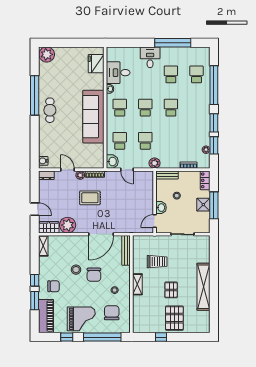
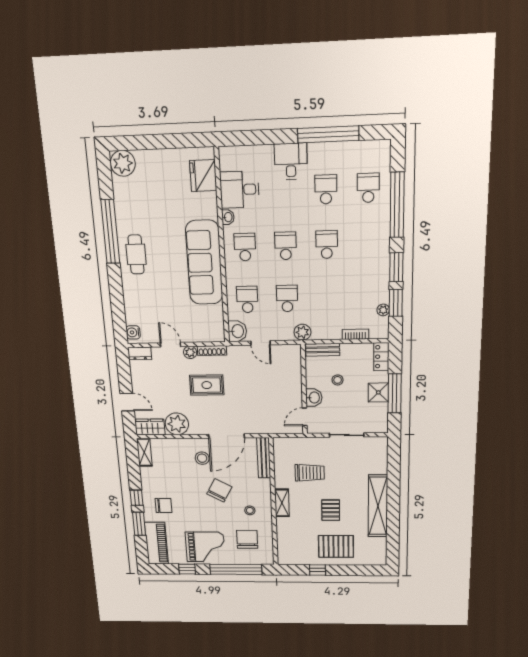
stool: (76, 270) -> (202, 458), moved
chair: (94, 275) -> (219, 490), turned -151
pallet: (174, 318) -> (336, 546), turned 90

